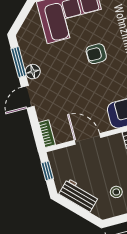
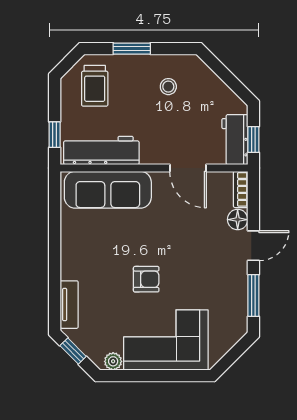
floor lamp: (33, 72) -> (238, 220), moved
workbench: (79, 195) -> (235, 140), moved, turned 45

